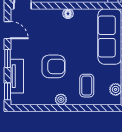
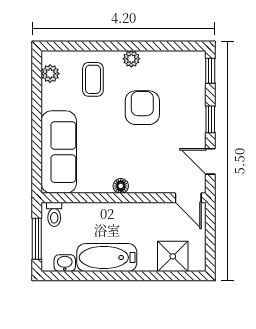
armchair: (53, 66) -> (142, 108), turned 90
tv unit: (17, 76) -> (196, 93), removed

